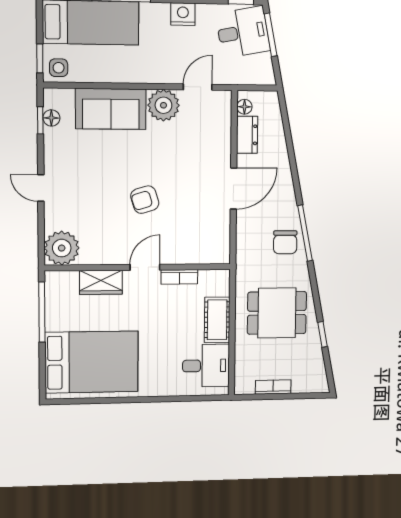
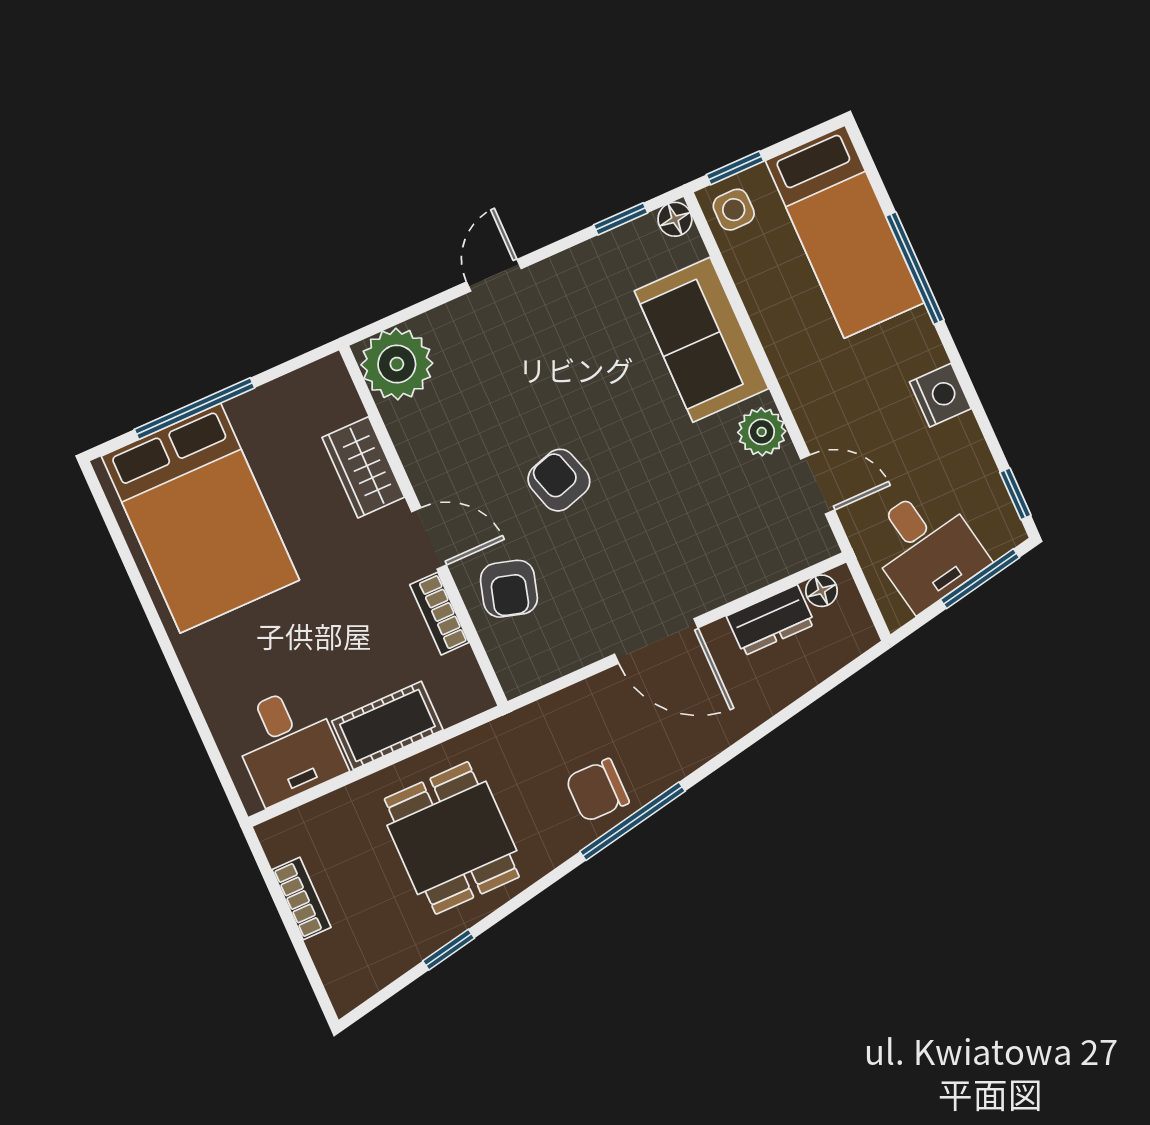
desk: (243, 32) -> (926, 548), moved
plant: (163, 105) -> (762, 432), width x0.73, depth x0.73
floor lamp: (51, 118) -> (675, 219), moved
armchair: (182, 242) -> (509, 589), added
window: (42, 312) -> (194, 409), moved

